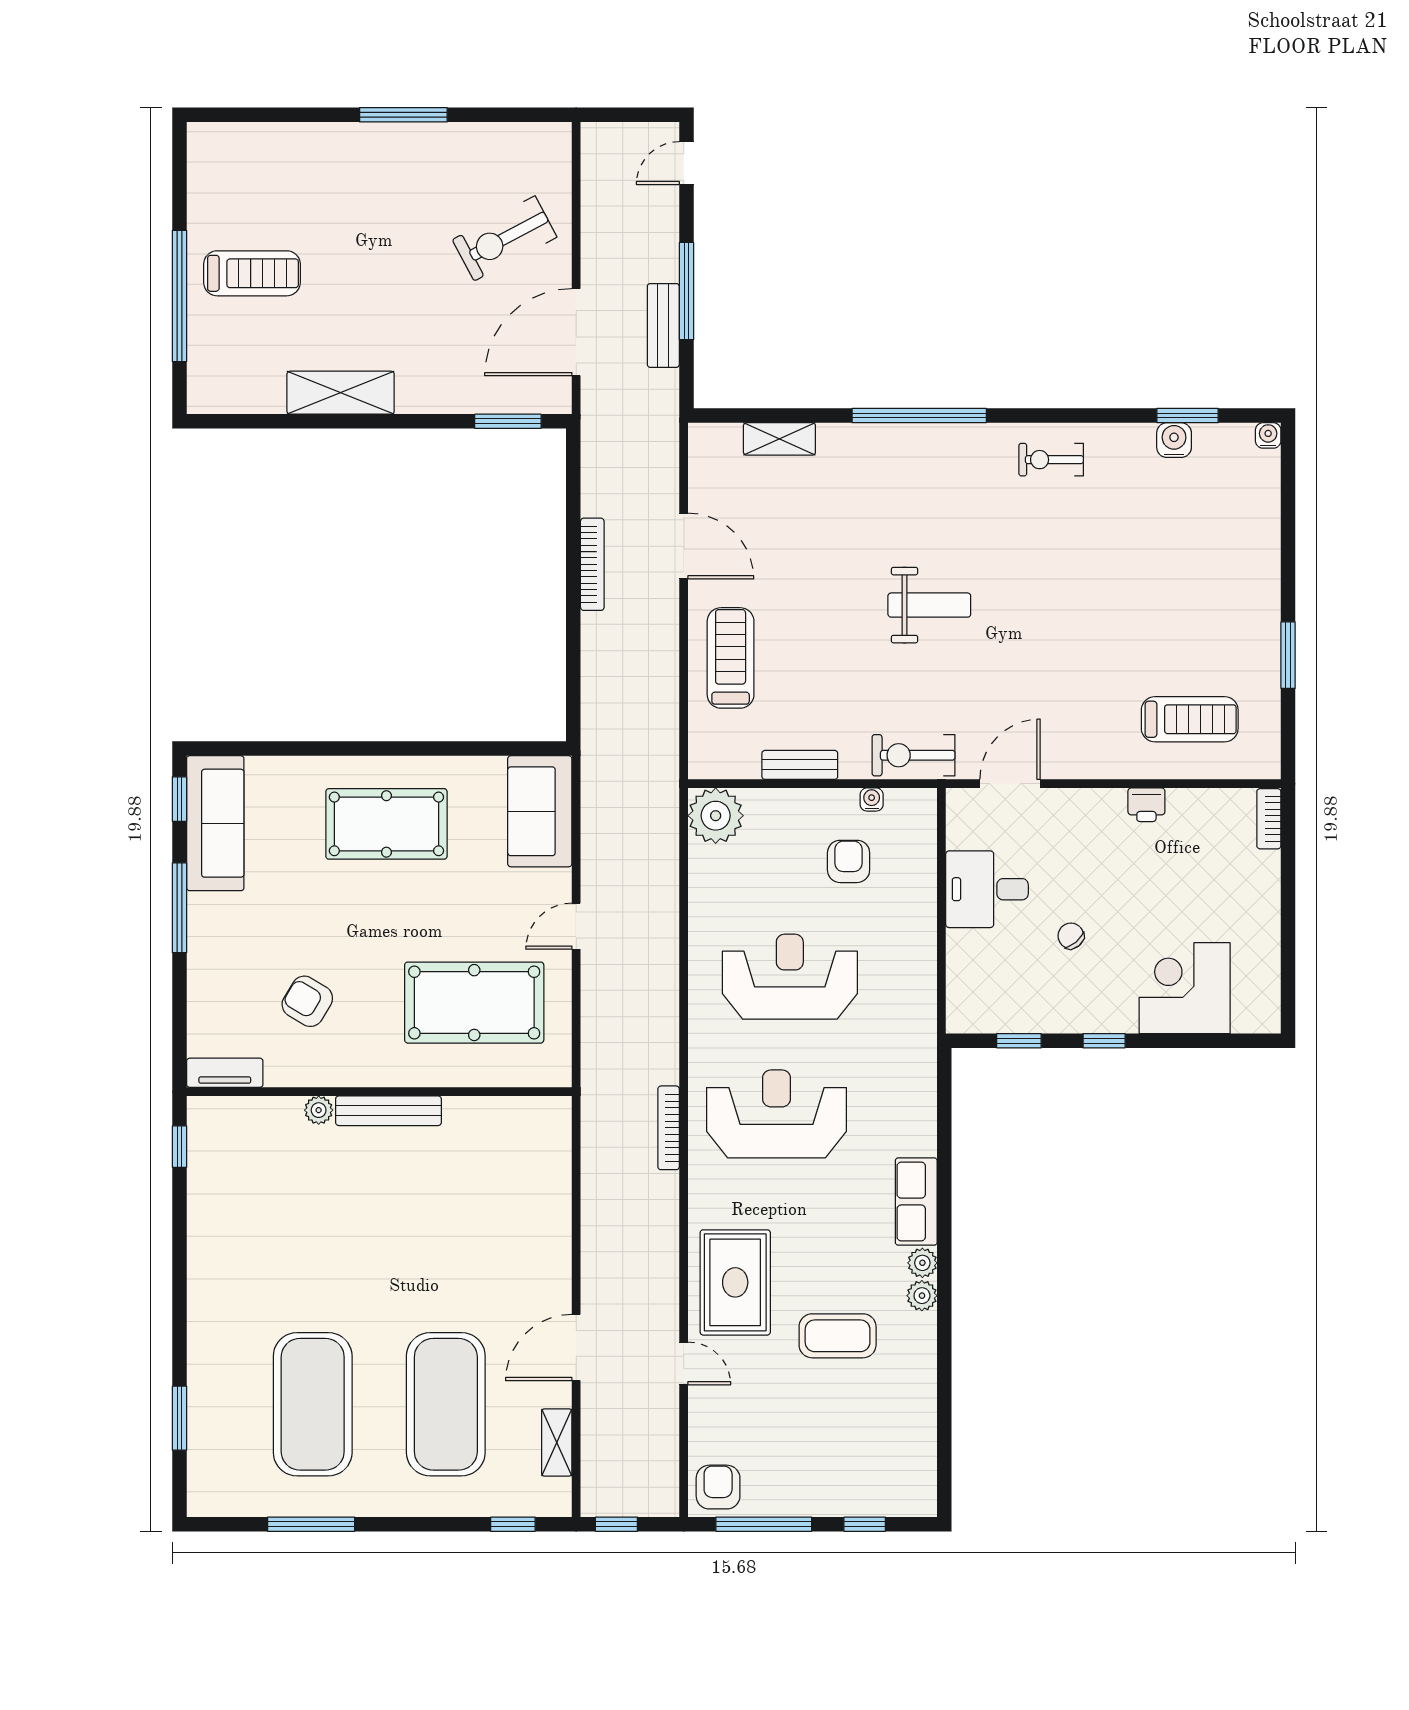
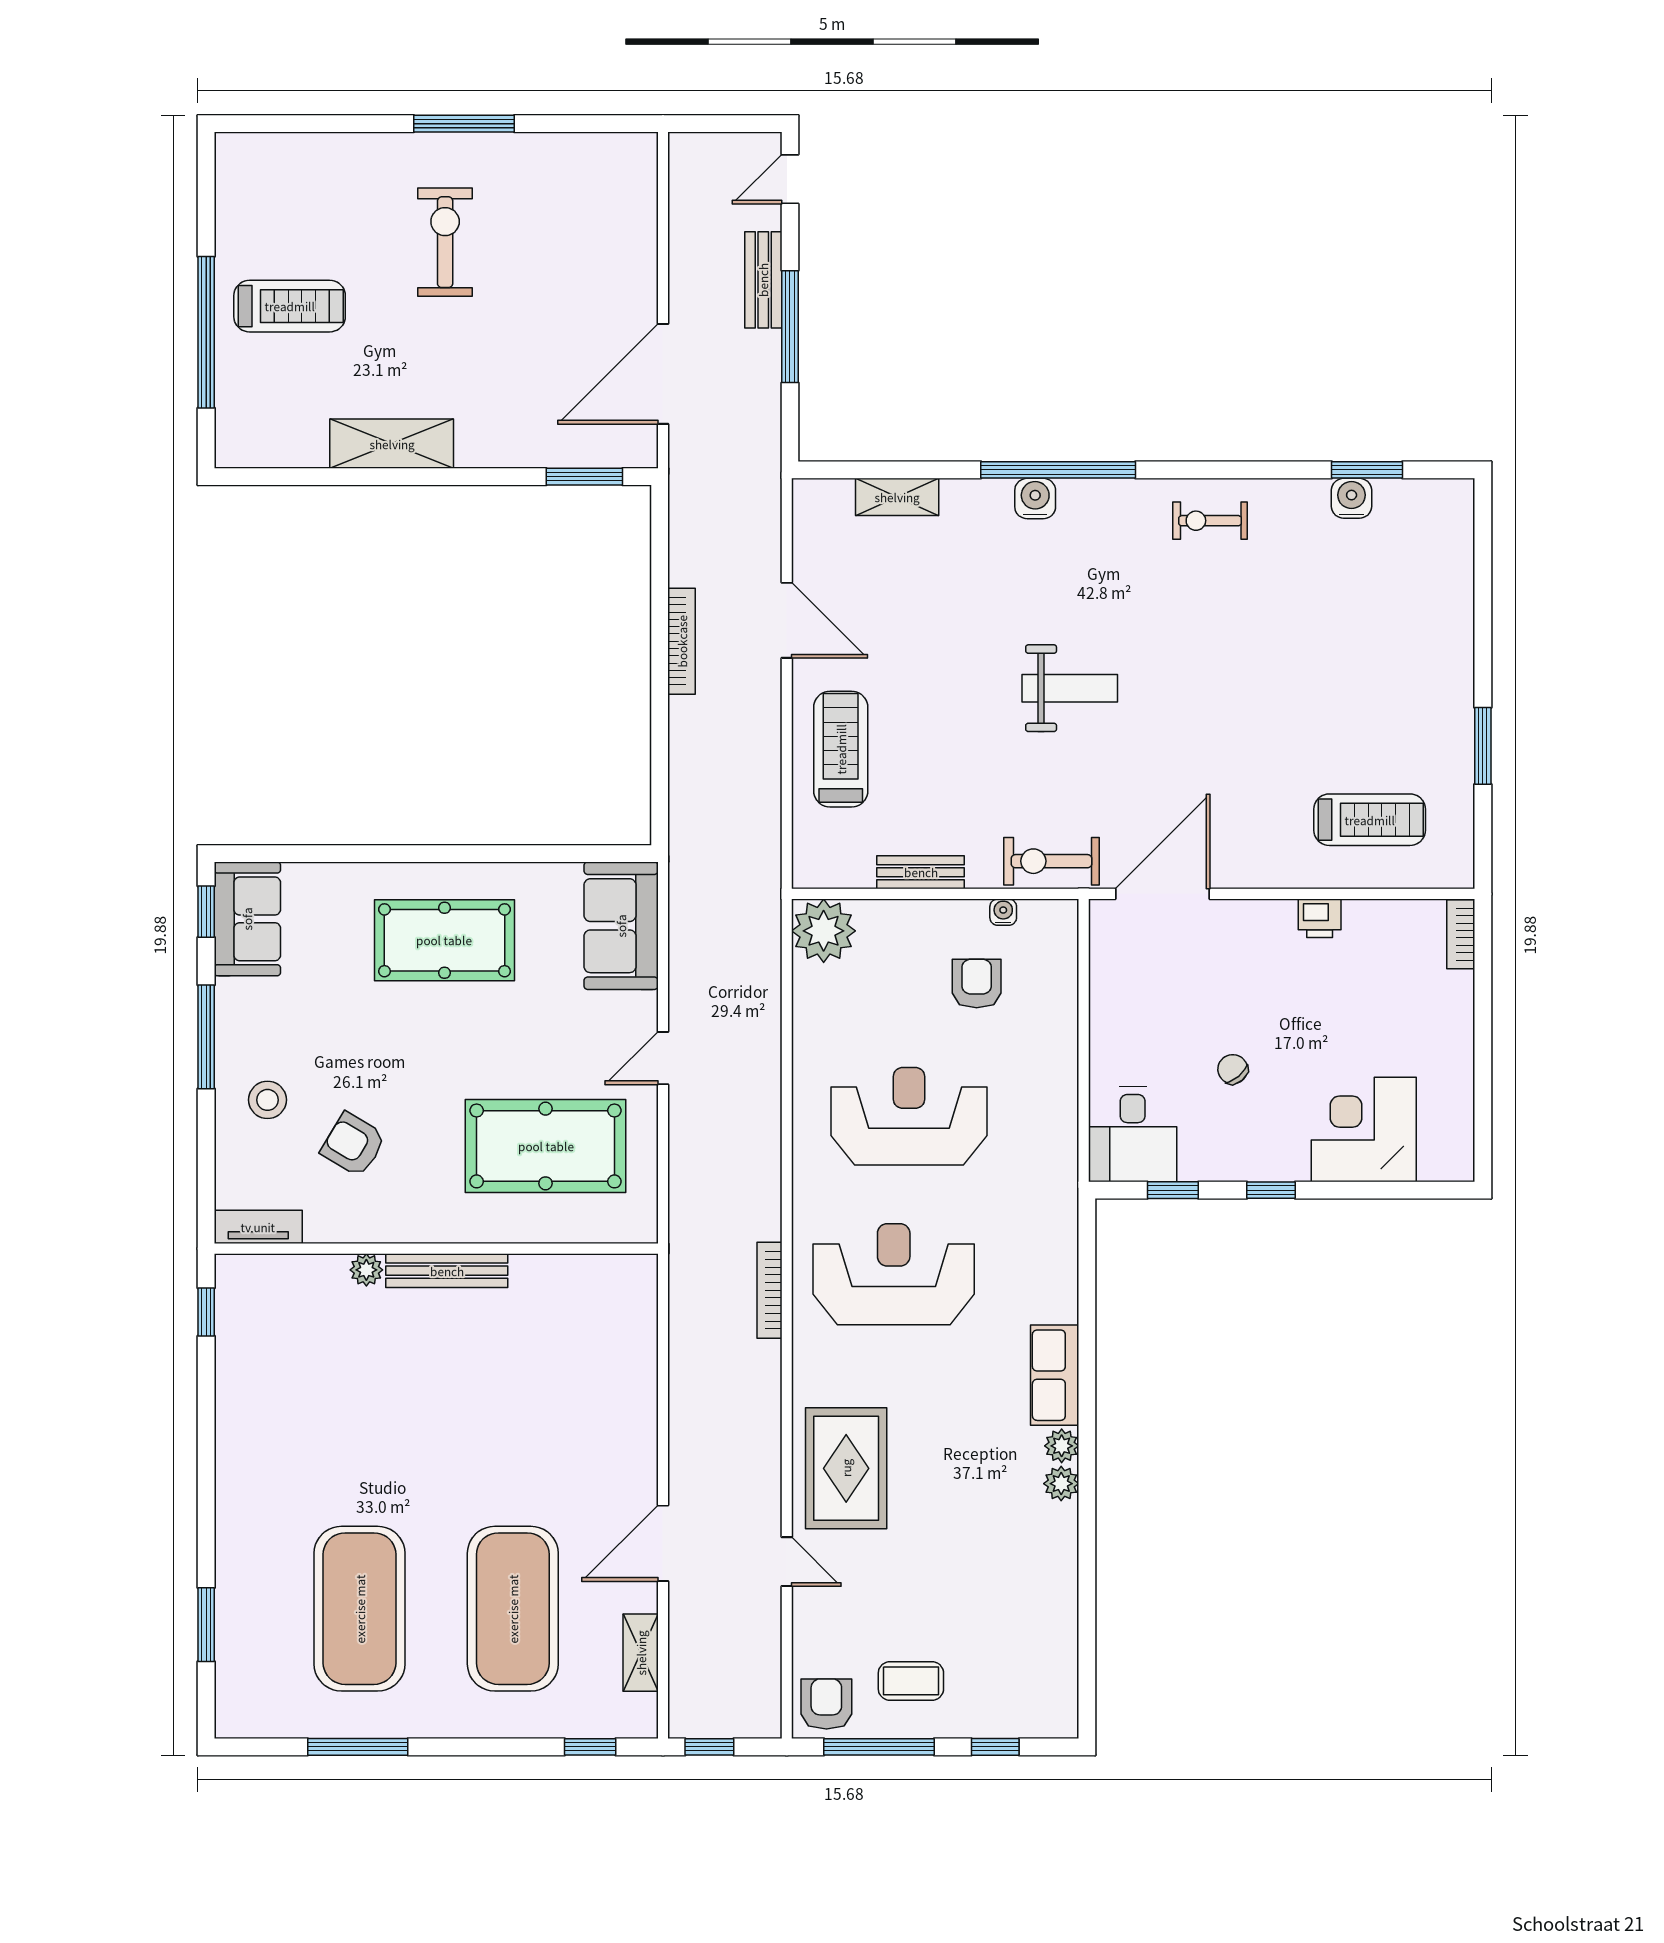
exercise bike: (505, 238) -> (445, 242), moved, turned 118
bench: (663, 325) -> (763, 280), moved
water cooler: (1268, 435) -> (1035, 499), moved, width x1.38, depth x1.38
door: (1010, 784) -> (1163, 894), width x1.36
sofa: (215, 823) -> (247, 919), width x0.73
desk: (987, 889) -> (1133, 1134), moved, turned -90
stool: (233, 963) -> (268, 1100), added
coffee table: (838, 1336) -> (911, 1681), moved, width x0.73, depth x0.77

